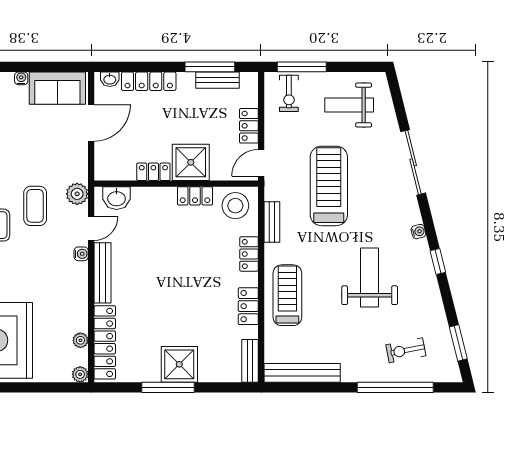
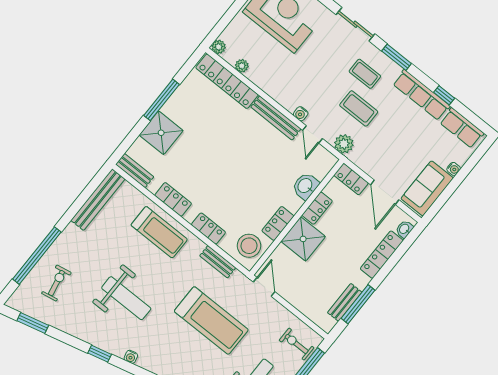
locker: (249, 126) -> (351, 179), moved, turned 180
washbasin: (117, 198) -> (305, 186), moved
shower: (179, 364) -> (161, 133), moved

